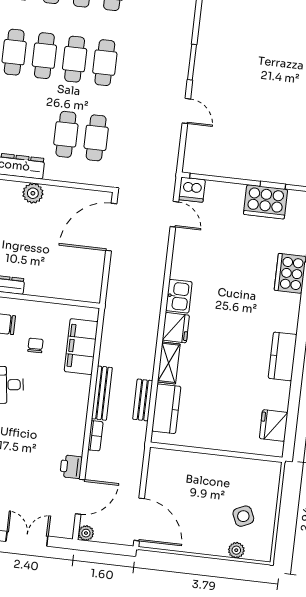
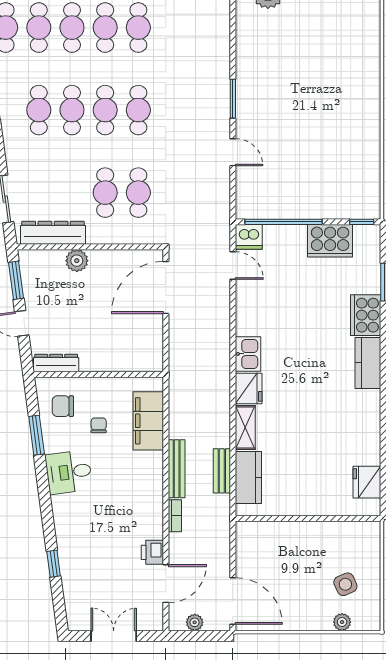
kitchen counter: (283, 356) -> (368, 363), moved
plant: (86, 533) -> (195, 622), moved

